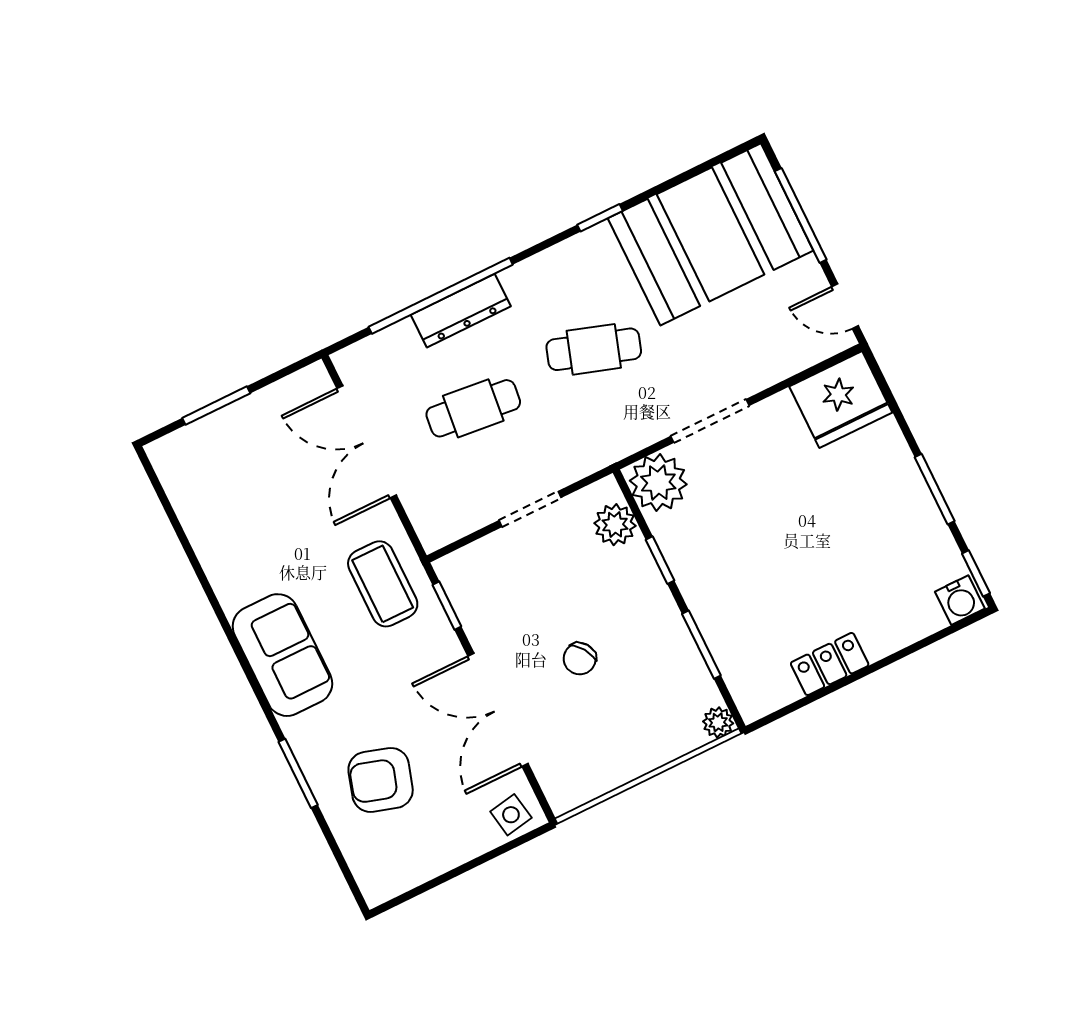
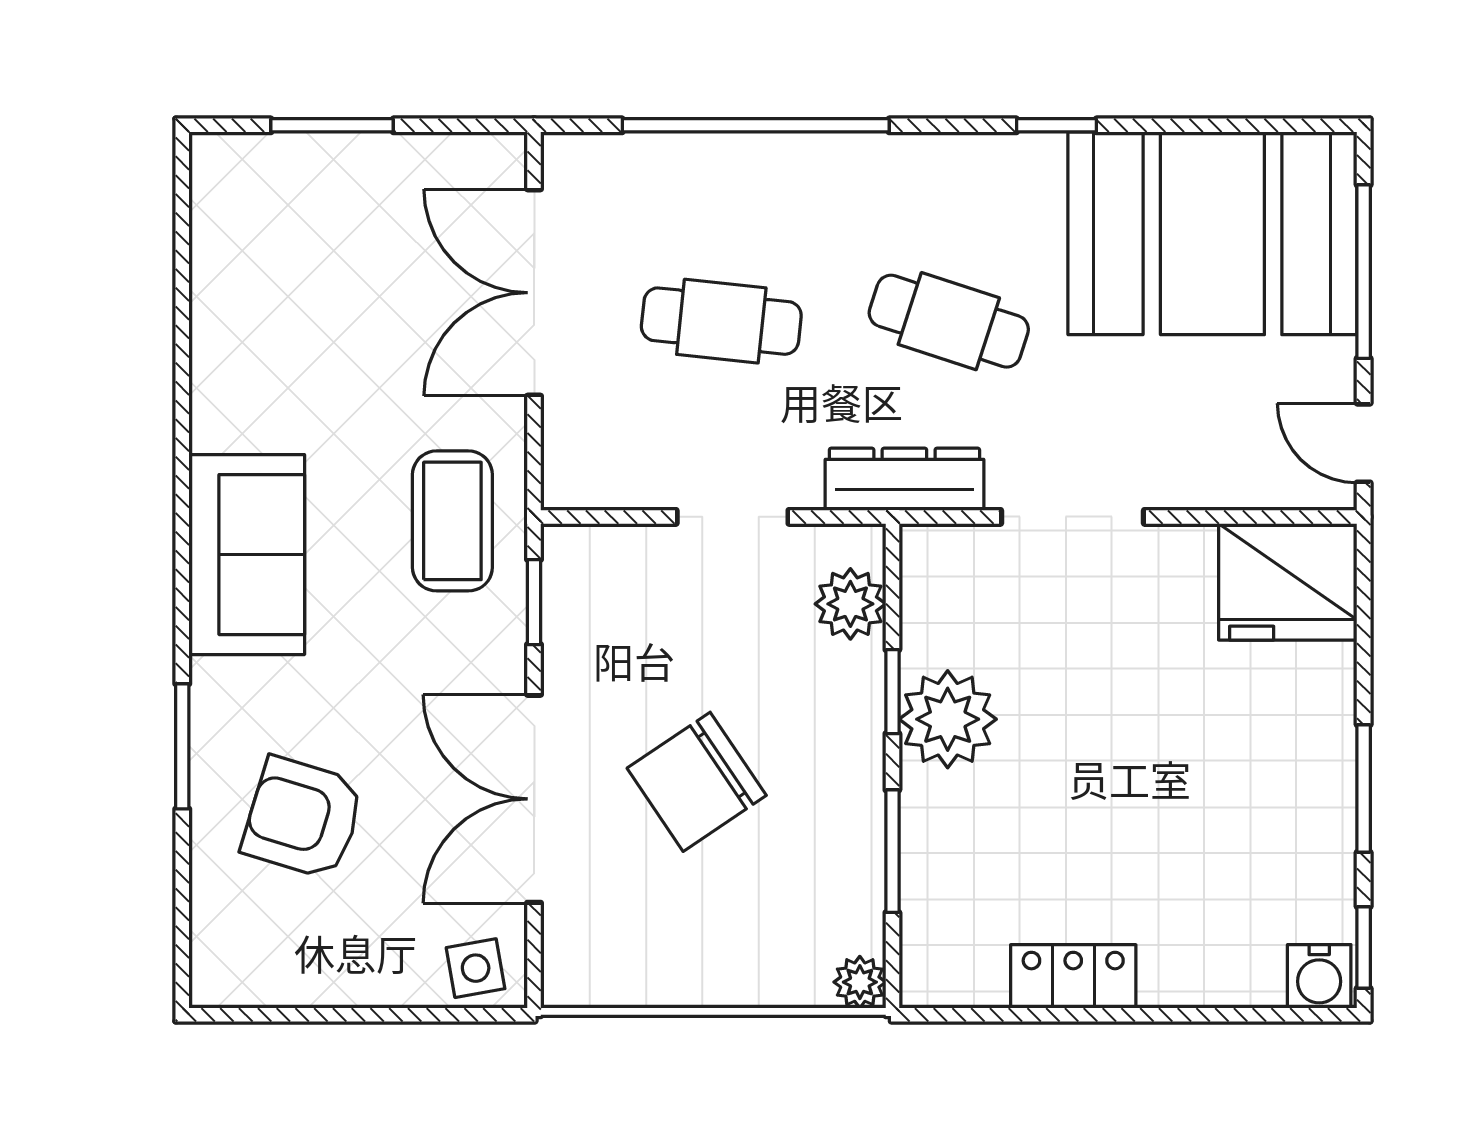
dresser: (461, 311) -> (904, 479), moved, turned 180
plant: (658, 483) -> (948, 719), moved
chair: (580, 659) -> (697, 782), width x1.87, depth x1.87

